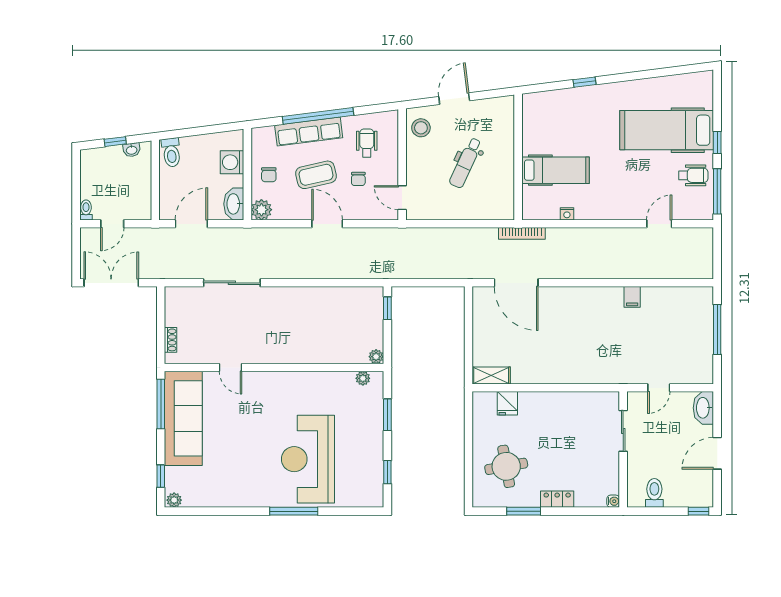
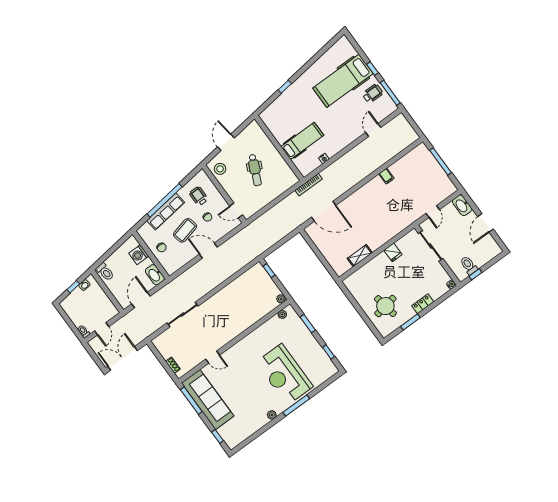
plant: (261, 210) -> (171, 268), removed
shelving: (491, 376) -> (360, 256), moved
fridge: (507, 403) -> (393, 252), moved
sliding door: (623, 431) -> (431, 246), width x1.37
plant: (174, 500) -> (272, 415), moved
window: (699, 511) -> (475, 274), moved

